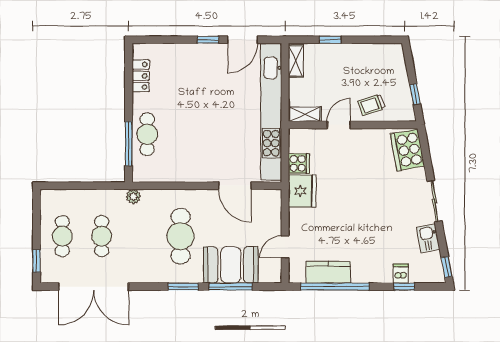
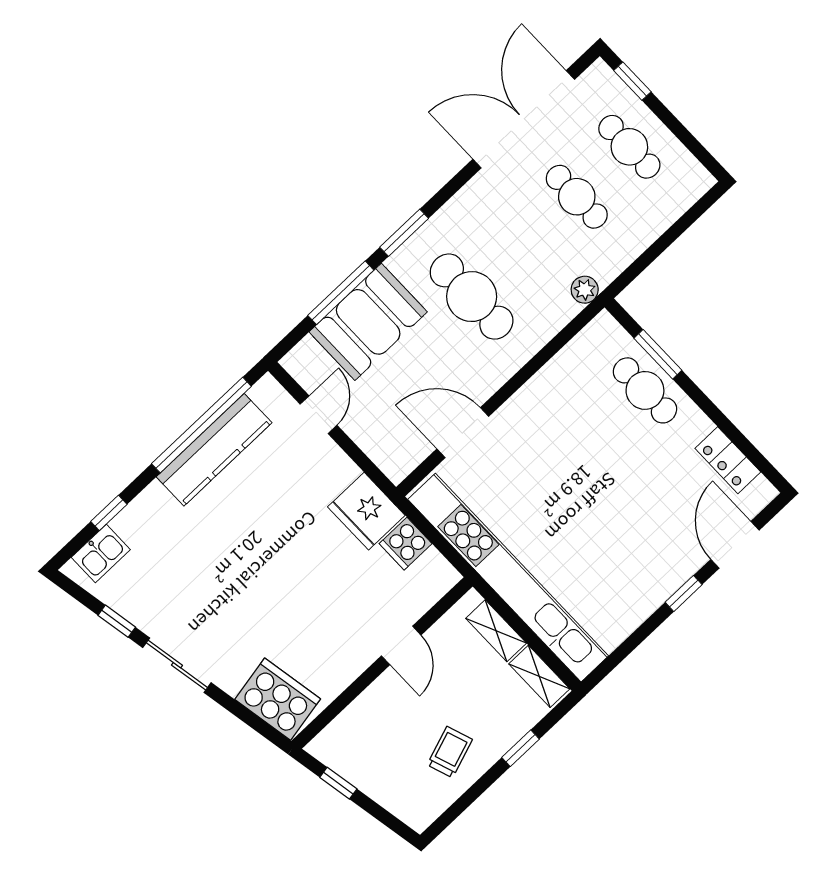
door: (243, 40) -> (735, 545), moved
trolley: (371, 105) -> (450, 752), moved
shelving: (305, 114) -> (496, 631), moved, turned 90
window: (129, 144) -> (658, 354), width x0.69
kitchen sink: (428, 238) -> (101, 553), moved, turned 100
window: (447, 267) -> (117, 621), moved
kitchen counter: (328, 272) -> (214, 450), width x1.50
dishwasher: (401, 273) -> (130, 526), removed

